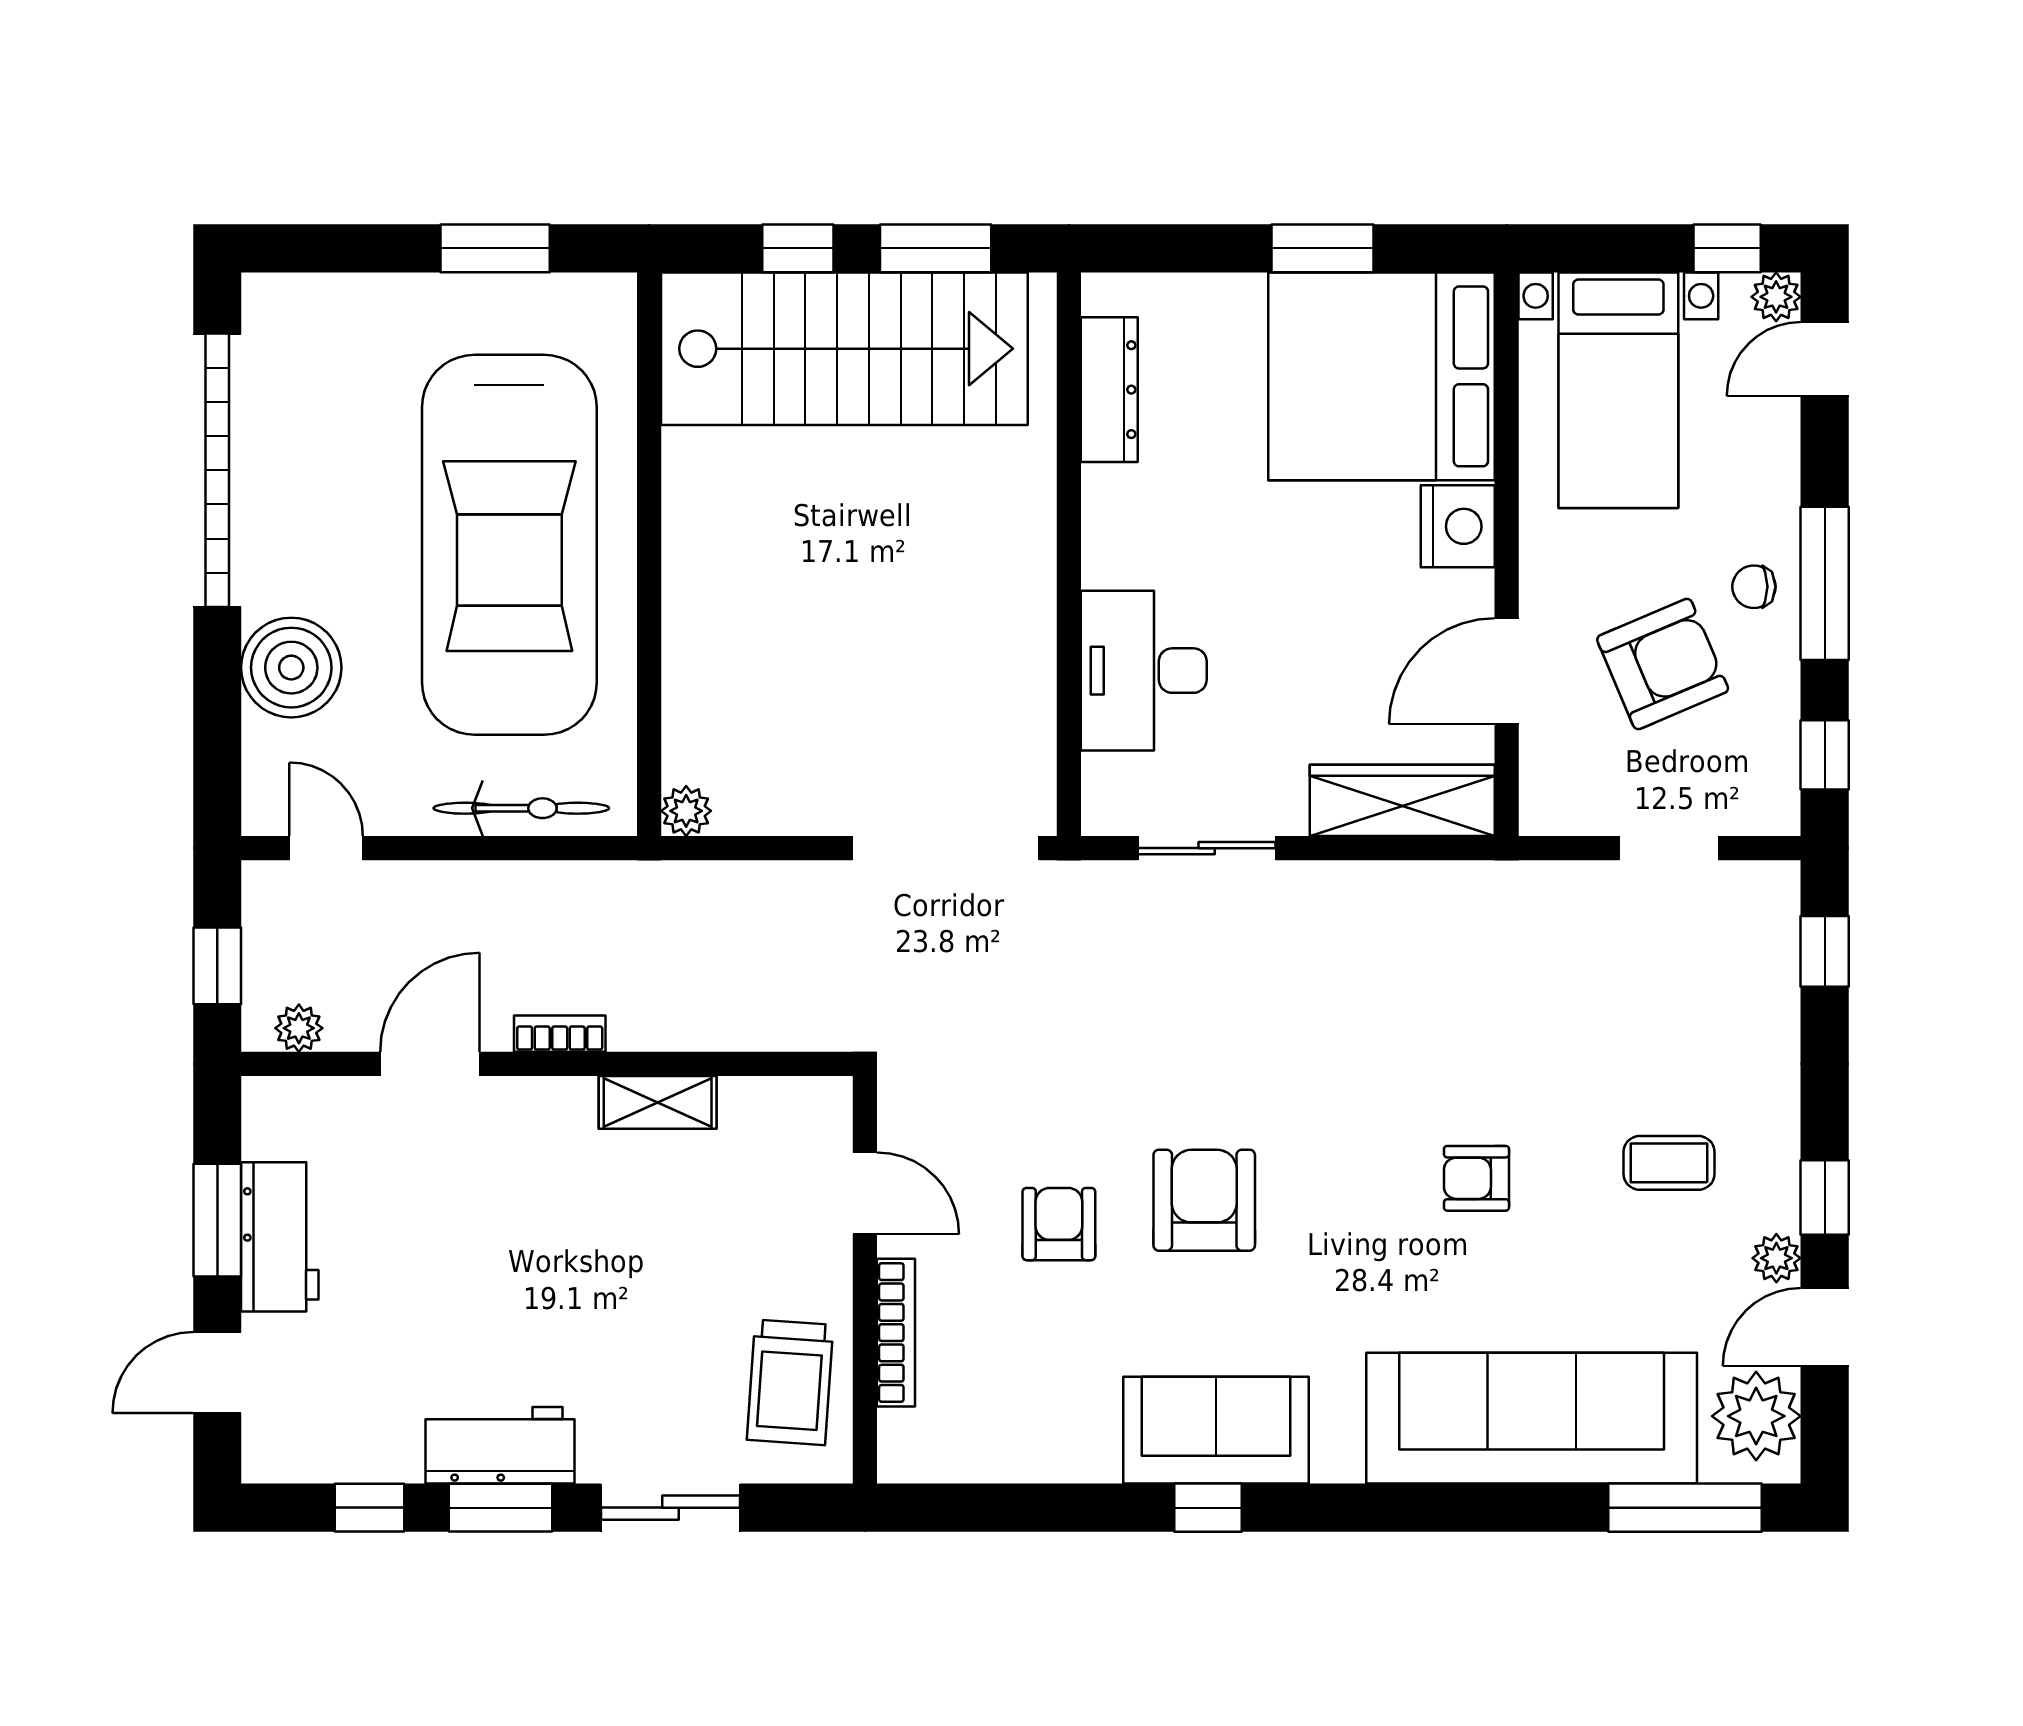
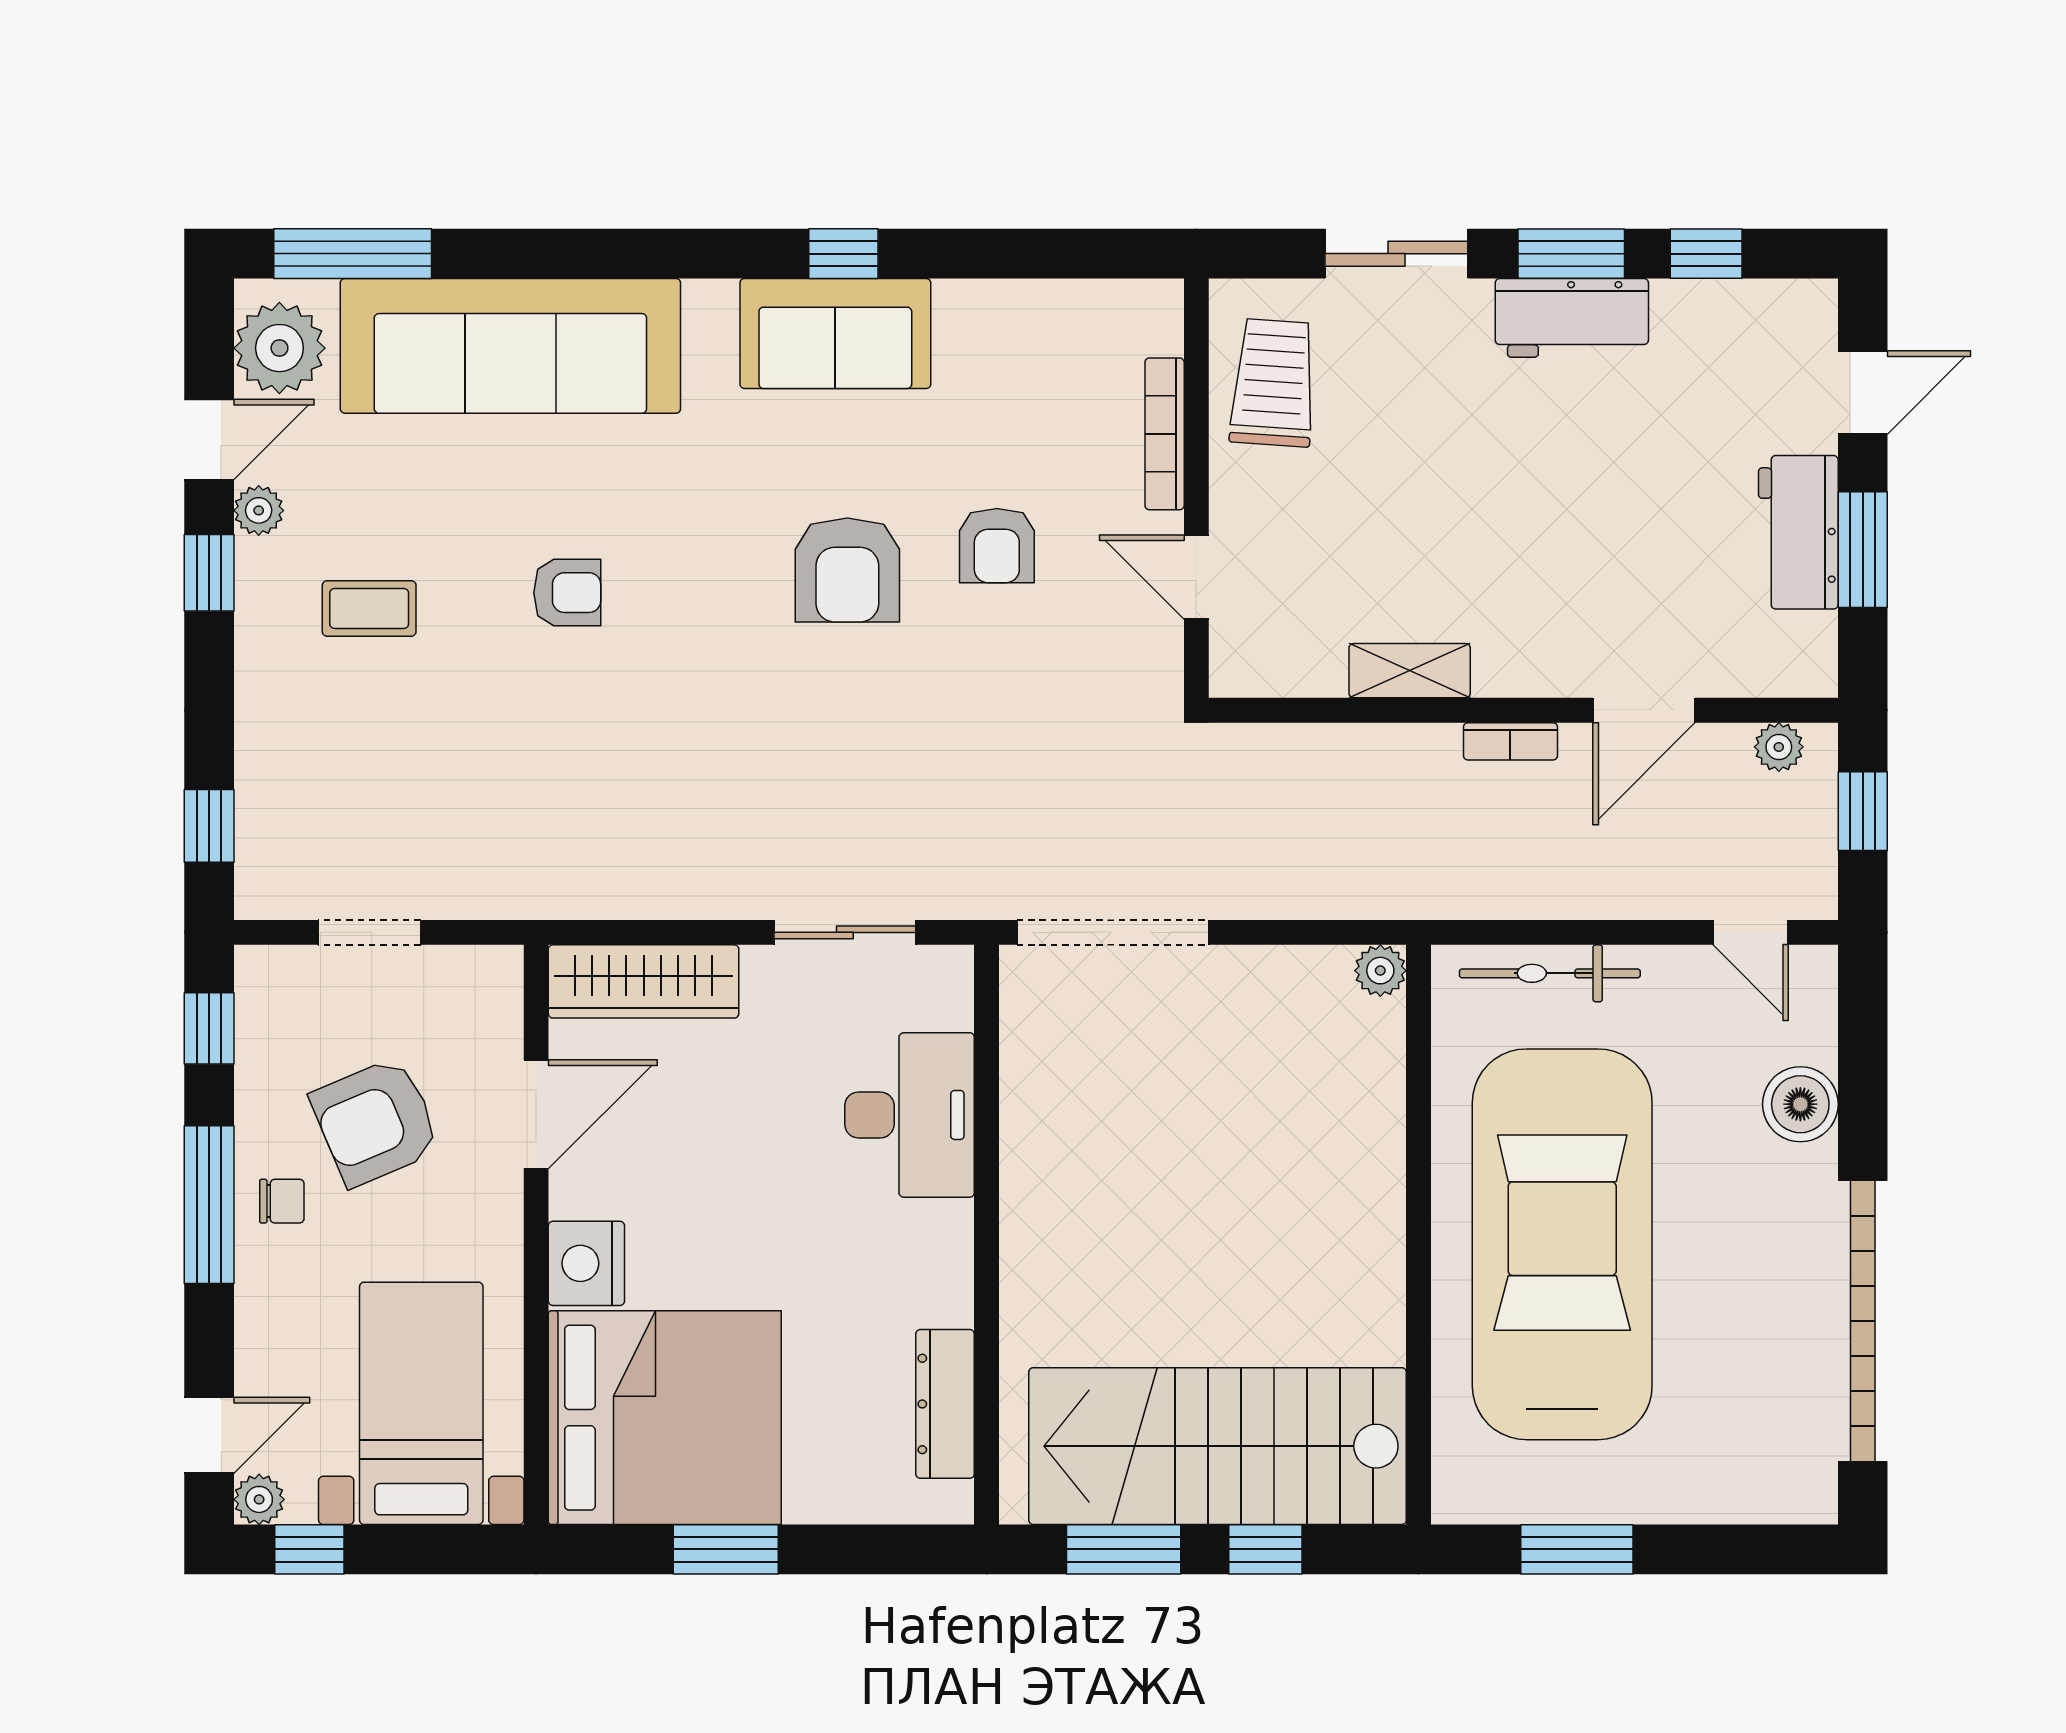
boiler: (291, 668) -> (1800, 1104), width x0.73, depth x0.73

